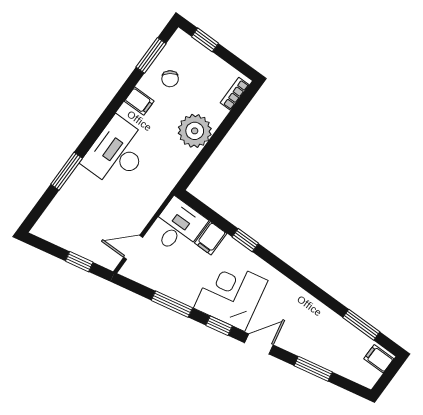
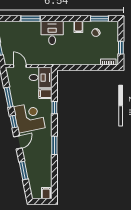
window: (205, 40) -> (121, 48), moved
plant: (195, 131) -> (83, 57), removed
desk: (117, 152) -> (52, 33), width x0.73
window: (361, 325) -> (54, 145), moved
door: (259, 344) -> (18, 142), hinge flipped

